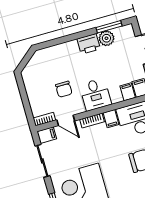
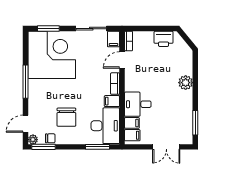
plant: (106, 38) -> (186, 83), moved
printer: (89, 44) -> (164, 39), moved, turned -90
chair: (64, 89) -> (150, 66), removed
desk: (95, 94) -> (138, 104), moved

